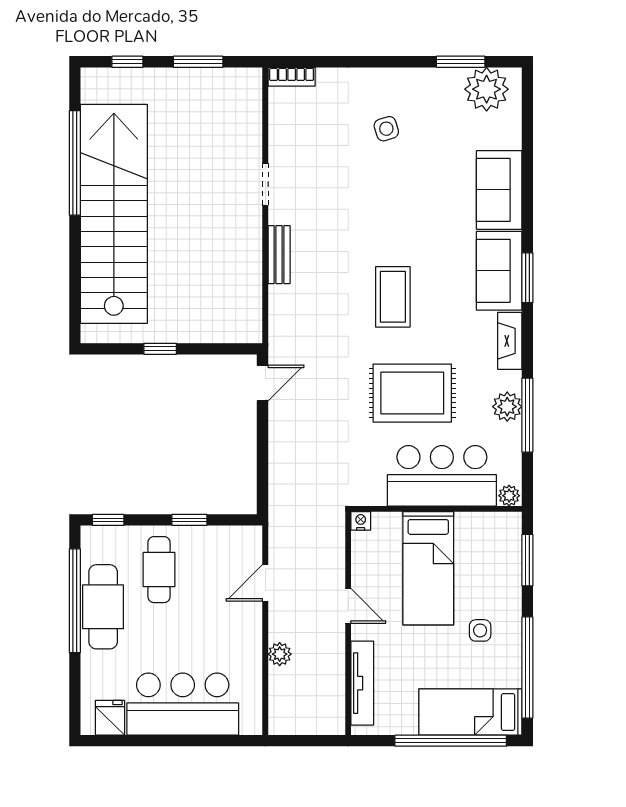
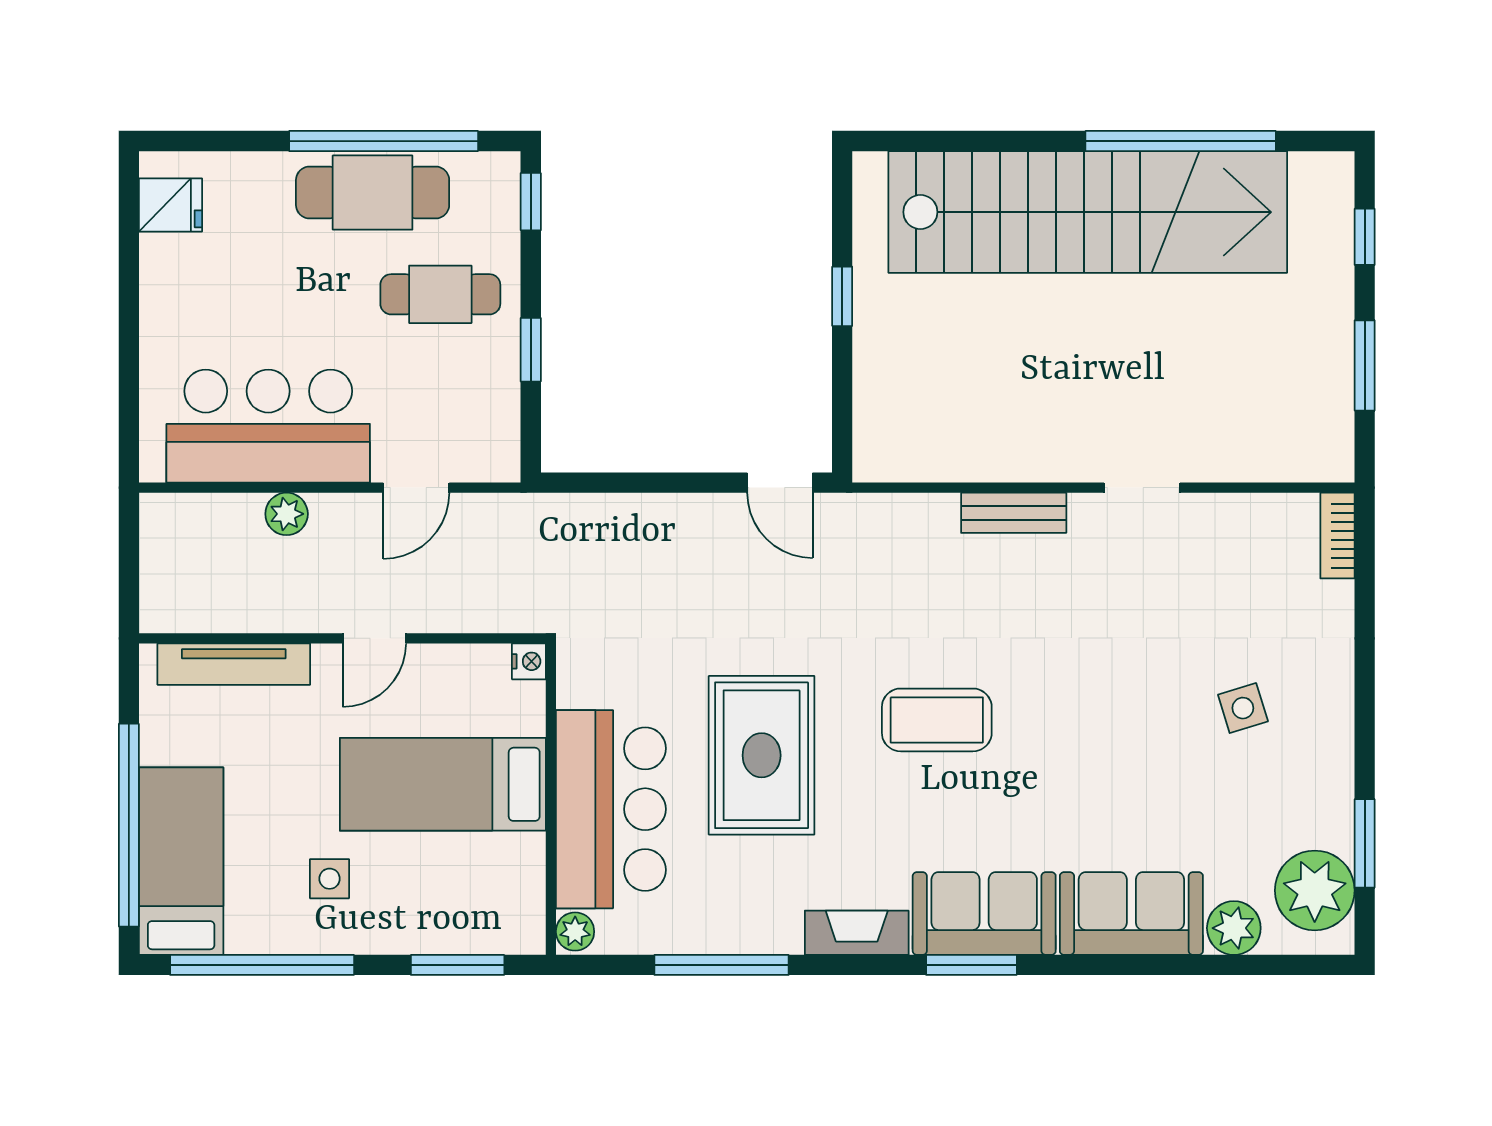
plant: (507, 407) -> (1234, 928), moved
door: (265, 583) -> (416, 488), swing flipped
bar counter: (183, 704) -> (268, 426), moved, turned -90

